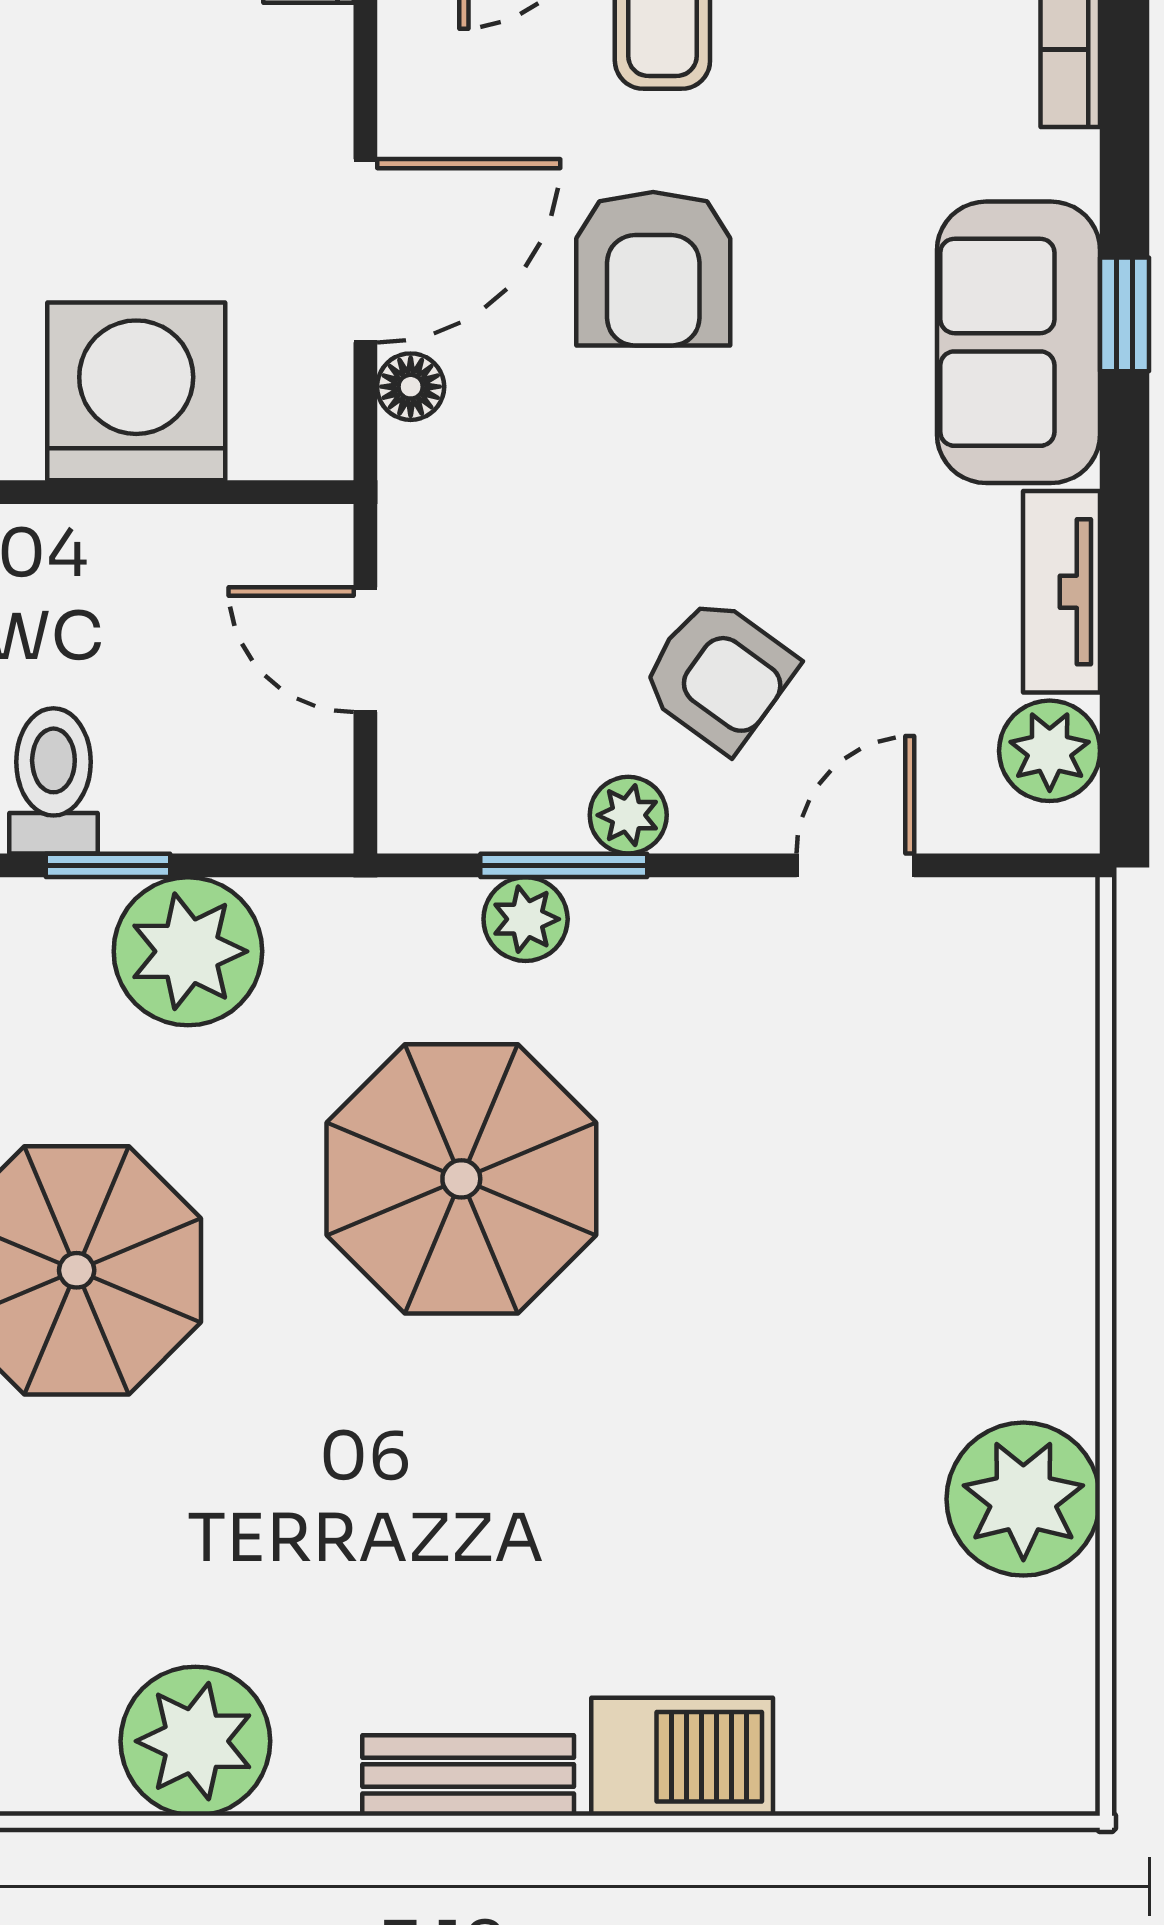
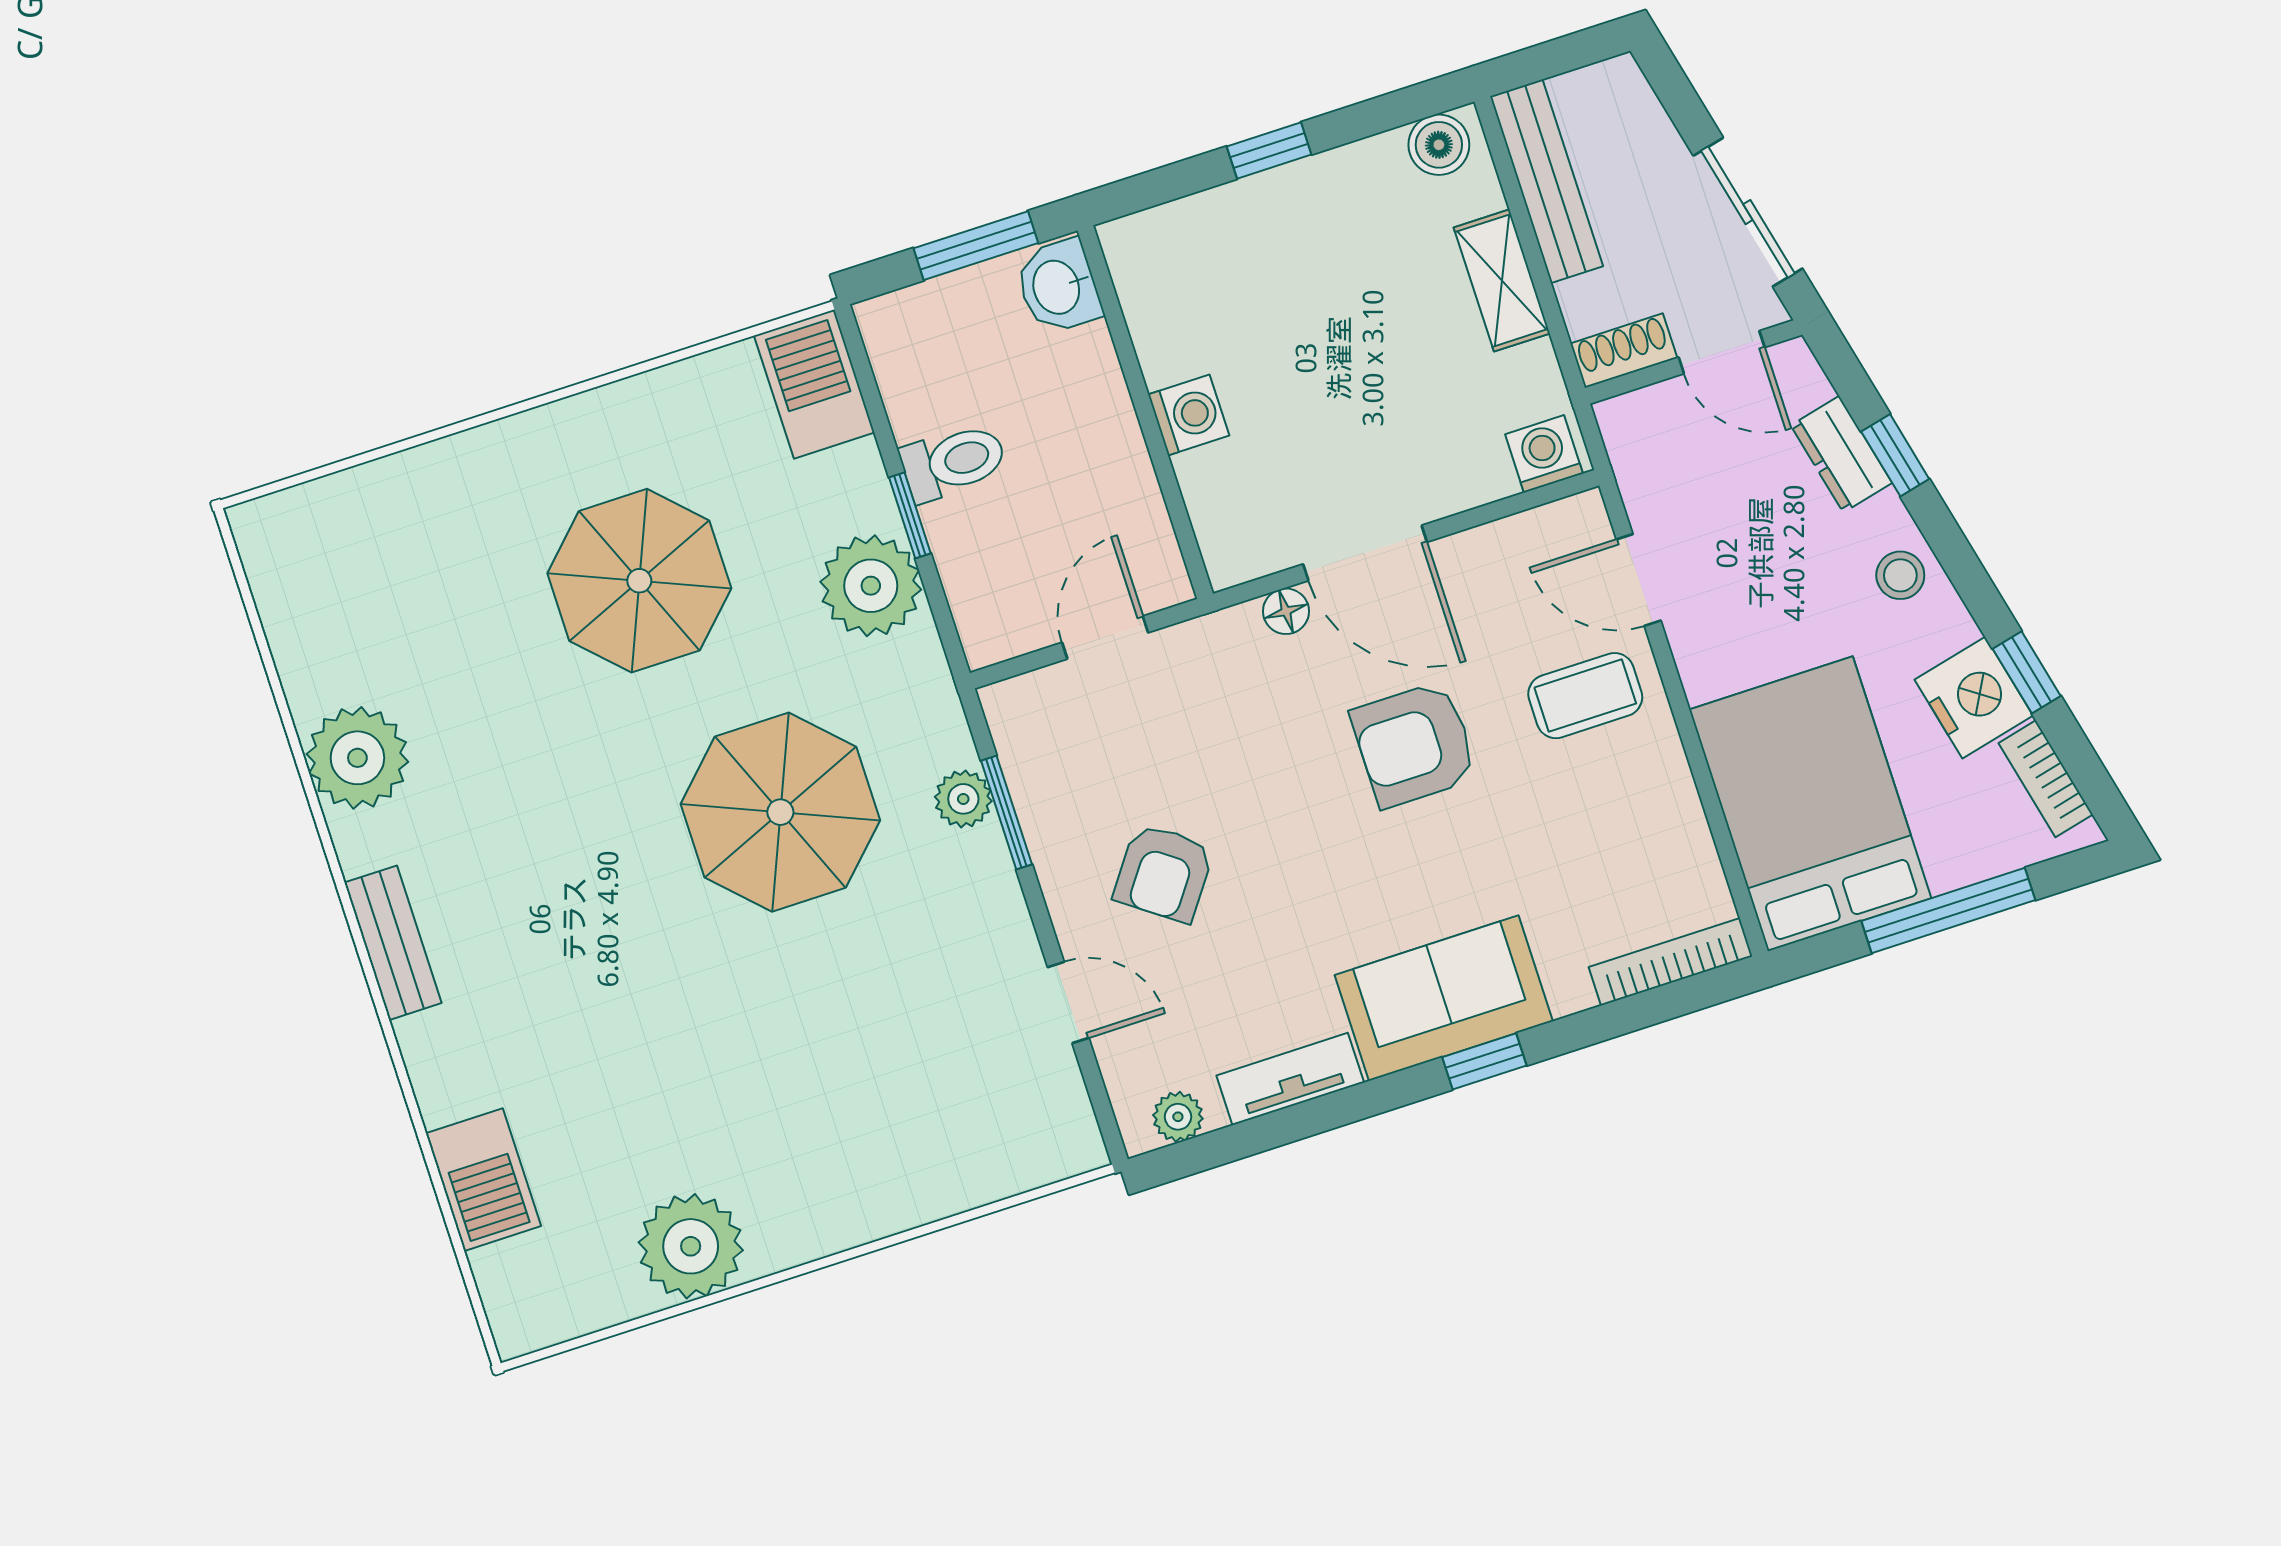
washing machine: (136, 391) -> (1189, 415), width x0.53, depth x0.53
plant: (1050, 751) -> (1178, 1117), width x0.73, depth x0.73
plant: (628, 815) -> (1053, 844), removed
barbecue: (682, 1757) -> (483, 1180), moved

